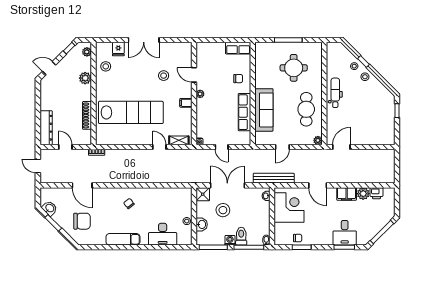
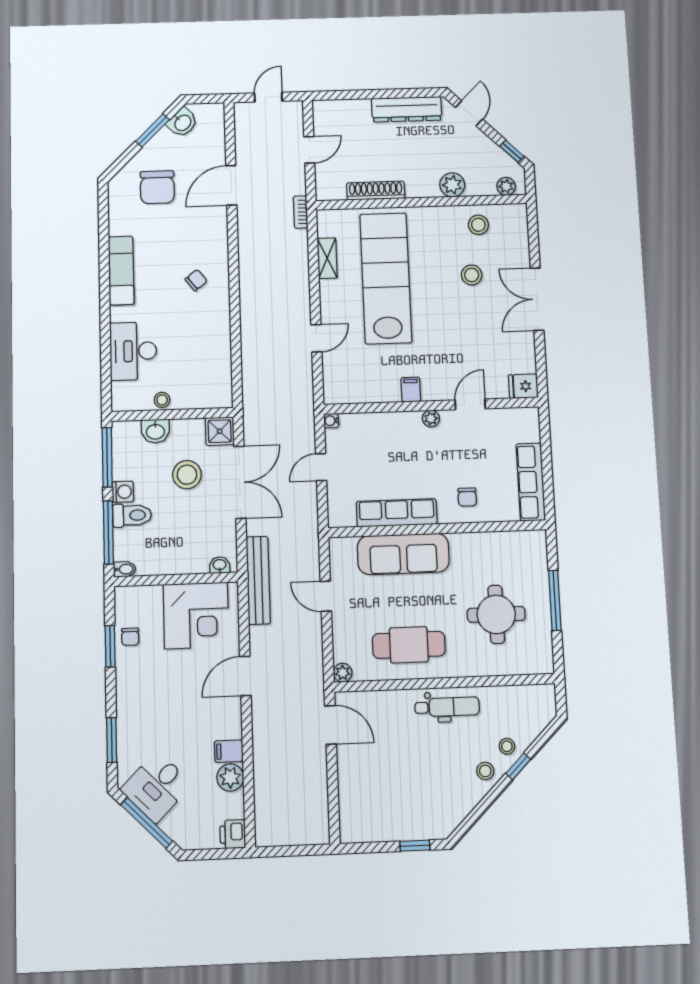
row of seats: (238, 48) -> (531, 482), width x1.48
fridge: (118, 49) -> (523, 386), moved
stool: (164, 76) -> (472, 275), moved
lab bench: (131, 112) -> (386, 278), turned 180
dresser: (46, 128) -> (407, 109), moved
shelving: (179, 140) -> (327, 258), moved
printer: (376, 193) -> (233, 834), moved
filing cabinet: (347, 194) -> (229, 751), width x0.50
desk: (345, 233) -> (156, 787), moved, turned -45

